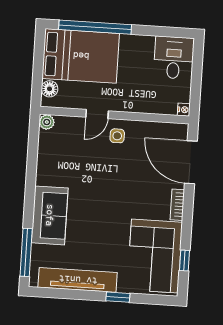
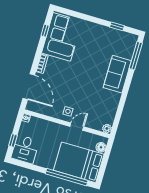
window: (197, 68) -> (13, 141), added
tv unit: (78, 280) -> (109, 33), removed
window: (118, 297) -> (117, 26), moved

